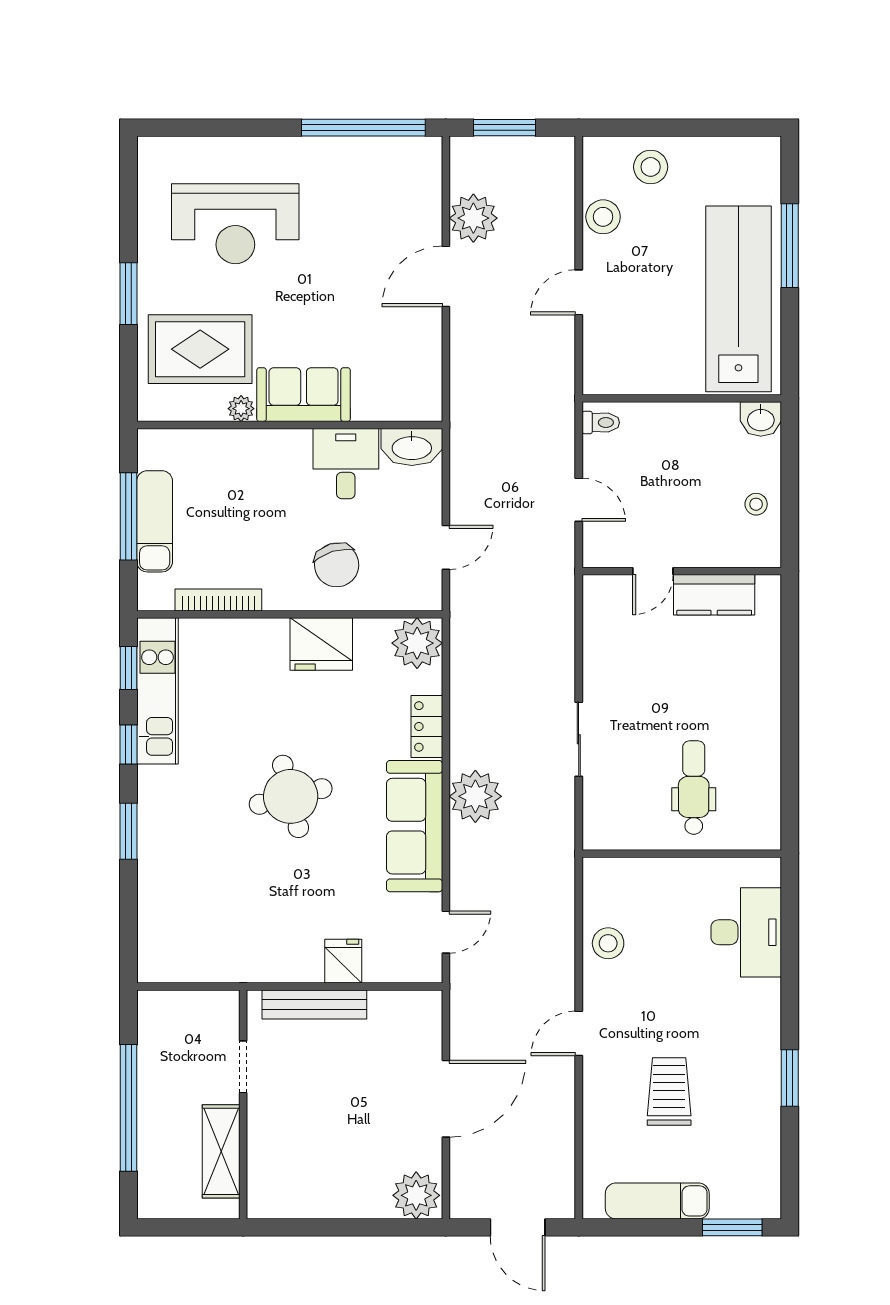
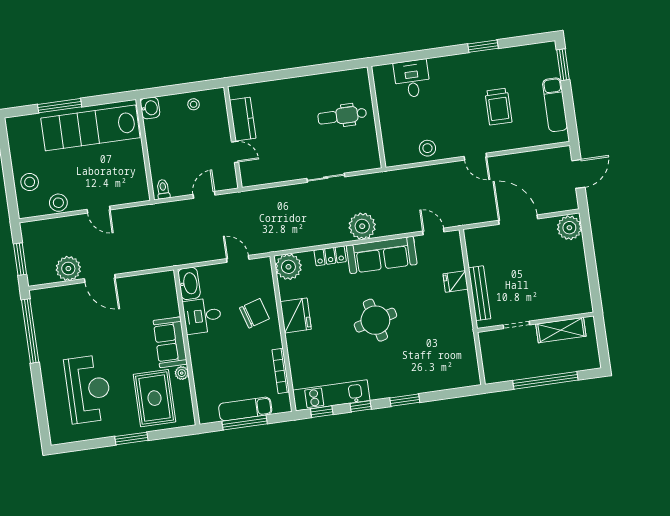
desk: (746, 932) -> (412, 79), width x0.73
trolley: (669, 1091) -> (498, 107), turned -90

